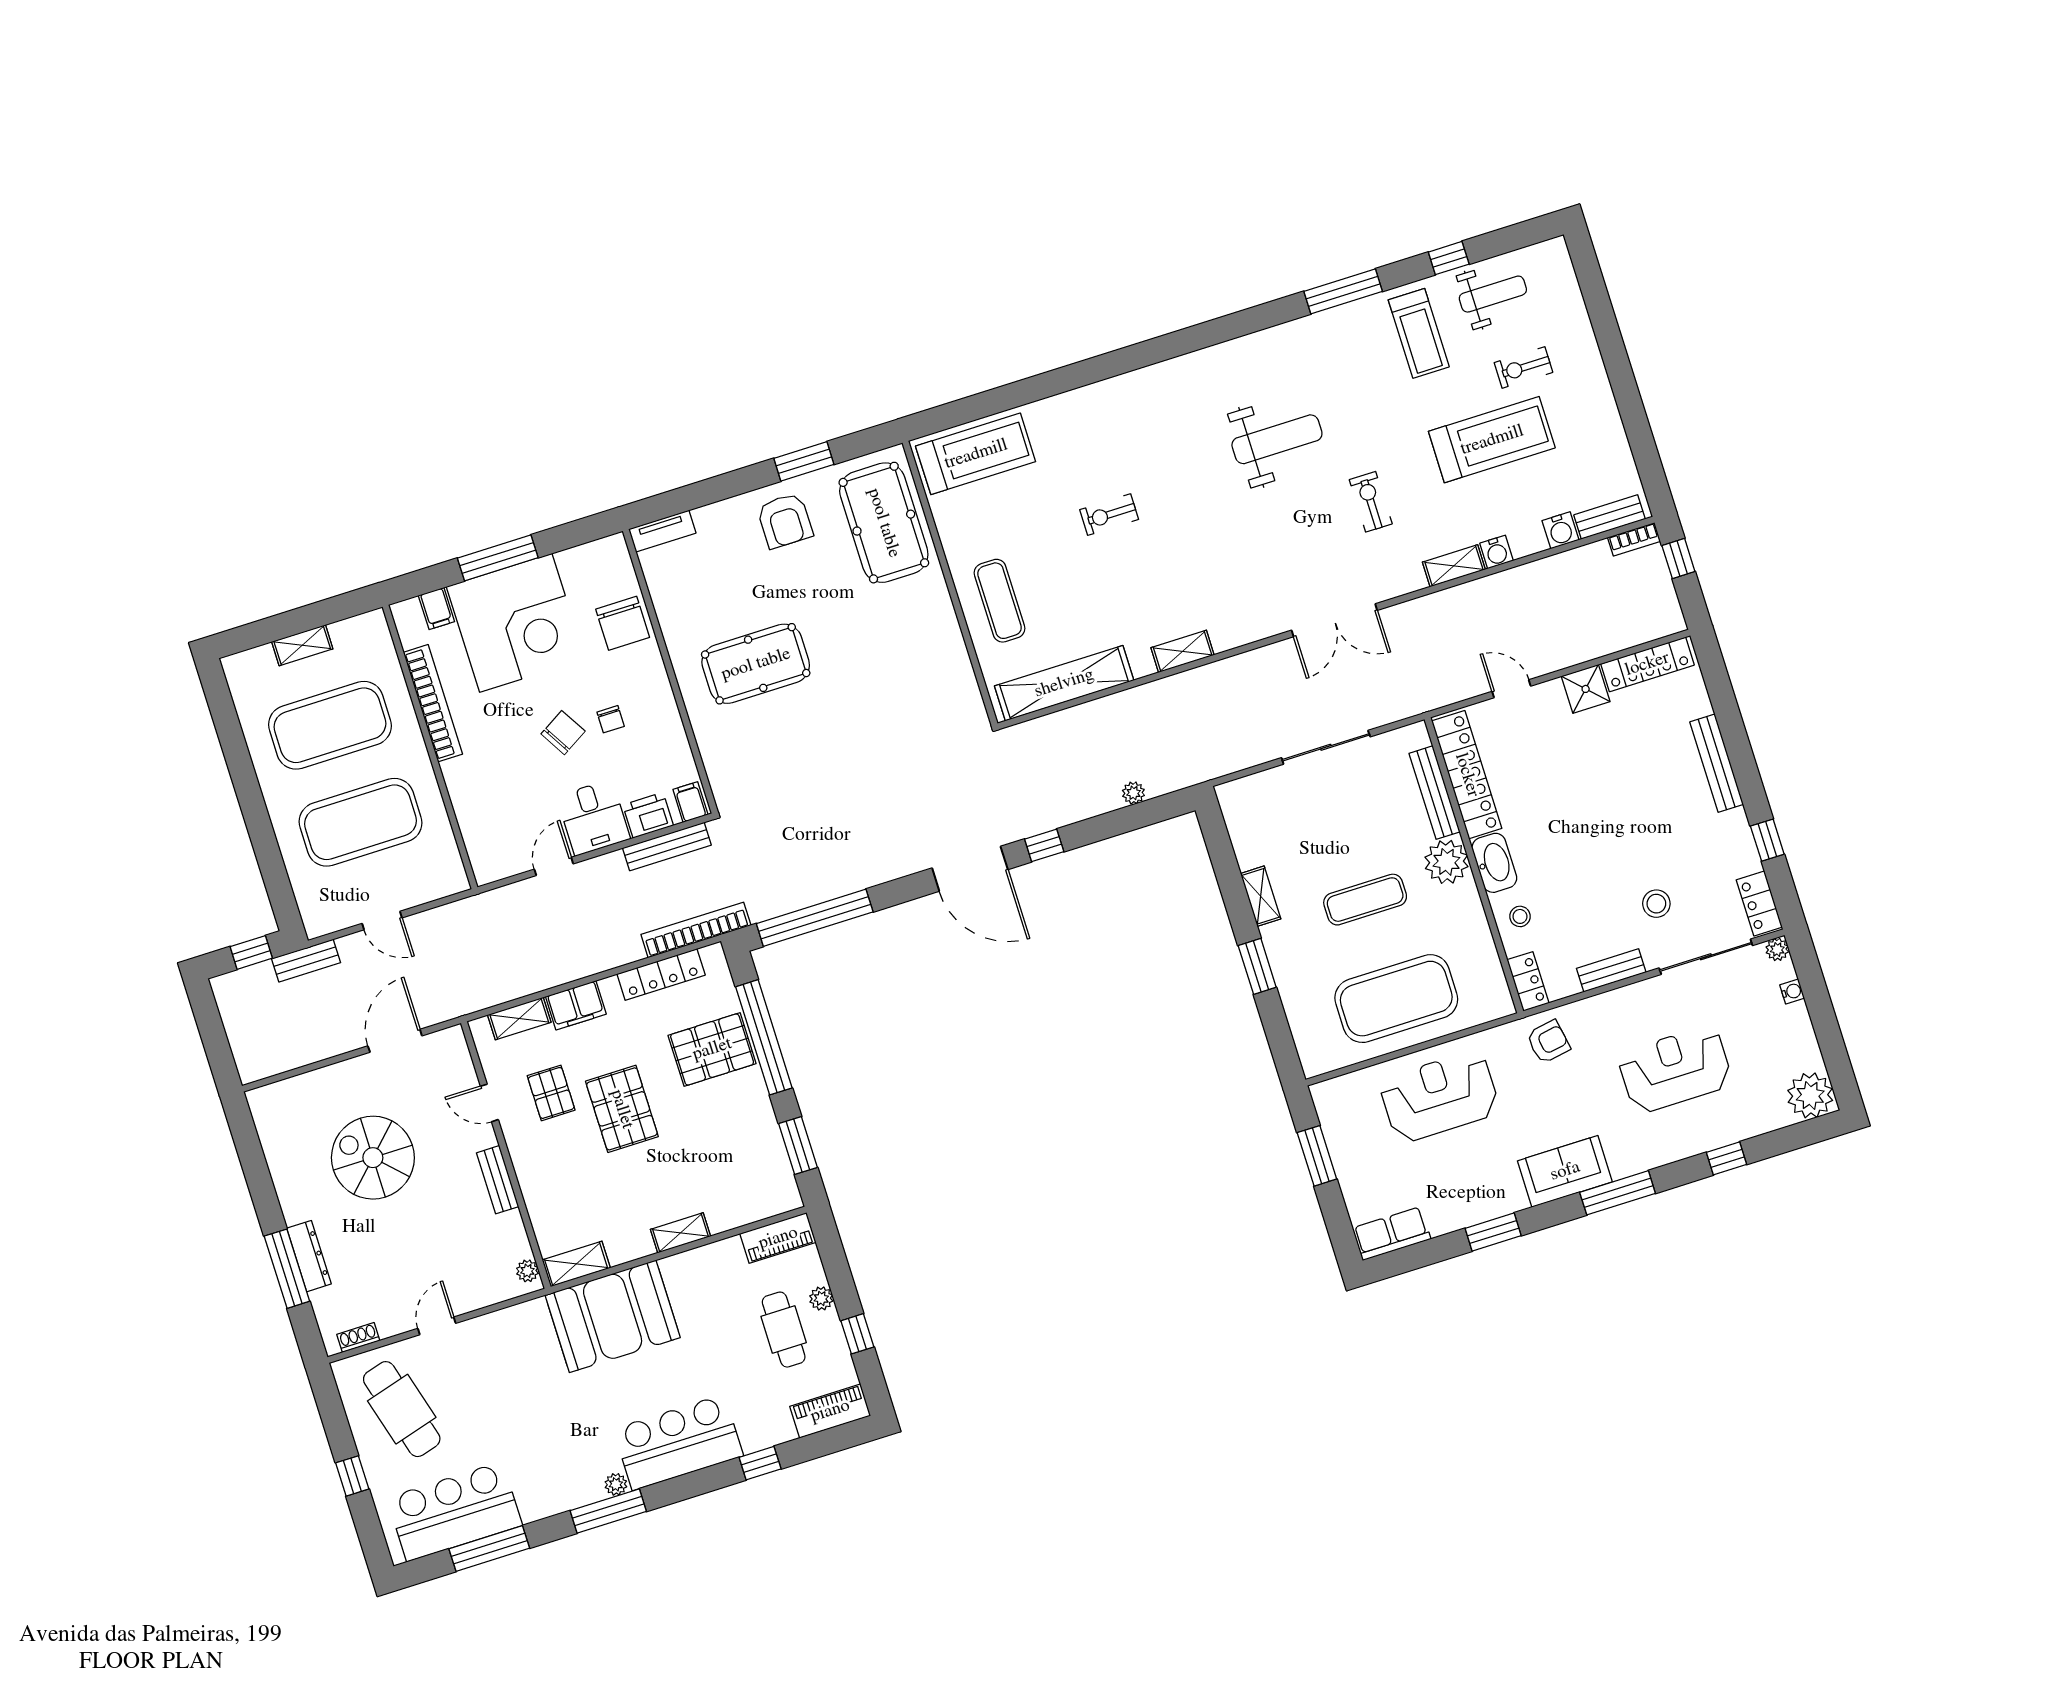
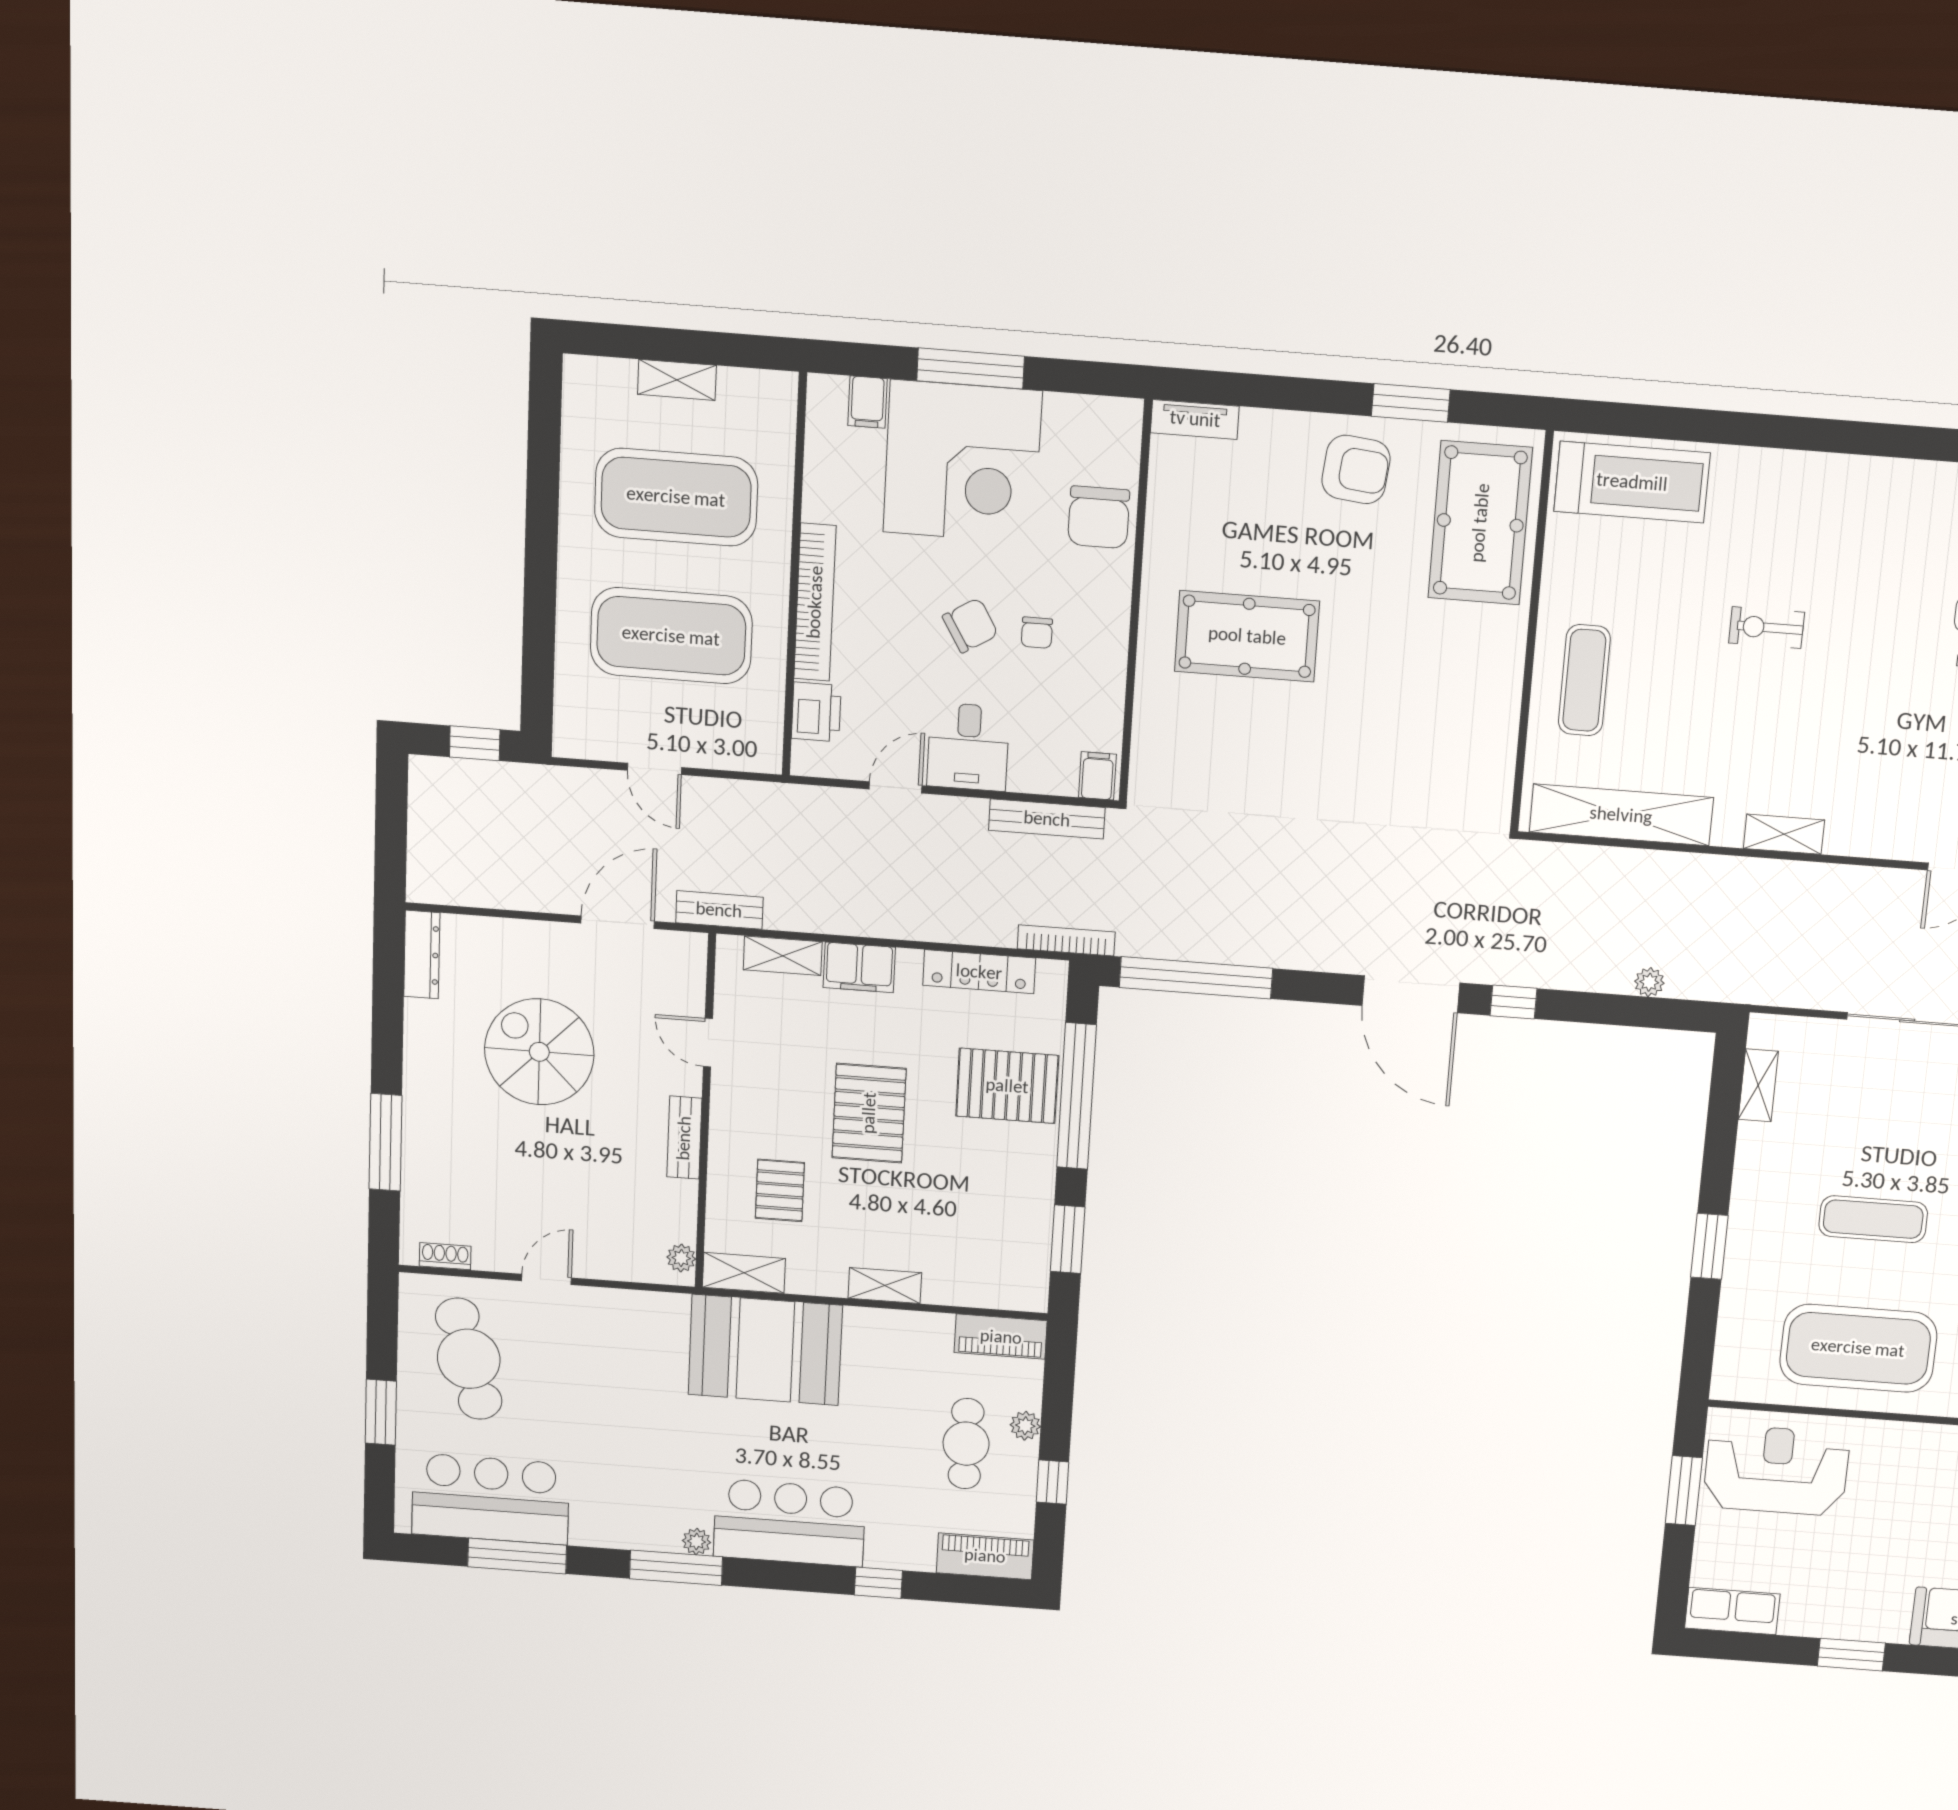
armchair: (785, 521) -> (1356, 469), turned -84
bookcase: (433, 703) -> (815, 602), moved
printer: (648, 815) -> (816, 712), moved, turned 90
shelving: (1261, 896) -> (1758, 1085), moved
bookcase: (696, 930) -> (1066, 940), width x0.68, depth x0.76
bench: (306, 961) -> (719, 910), moved
pallet: (551, 1093) -> (780, 1190), moved
reception desk: (1439, 1096) -> (1776, 1470), moved
dresser: (309, 1256) -> (422, 955), moved
window: (352, 1476) -> (381, 1412), width x1.50

